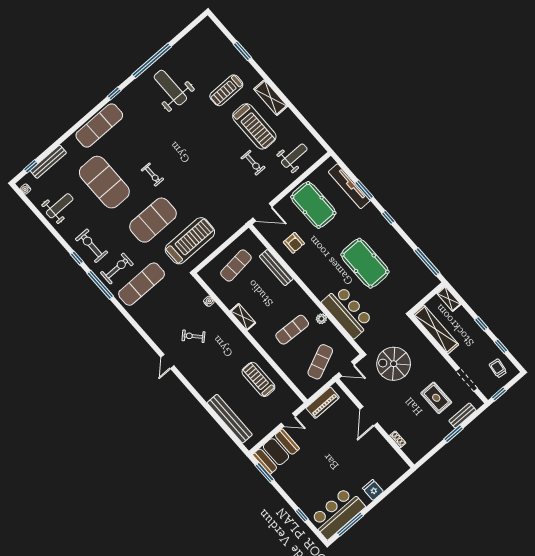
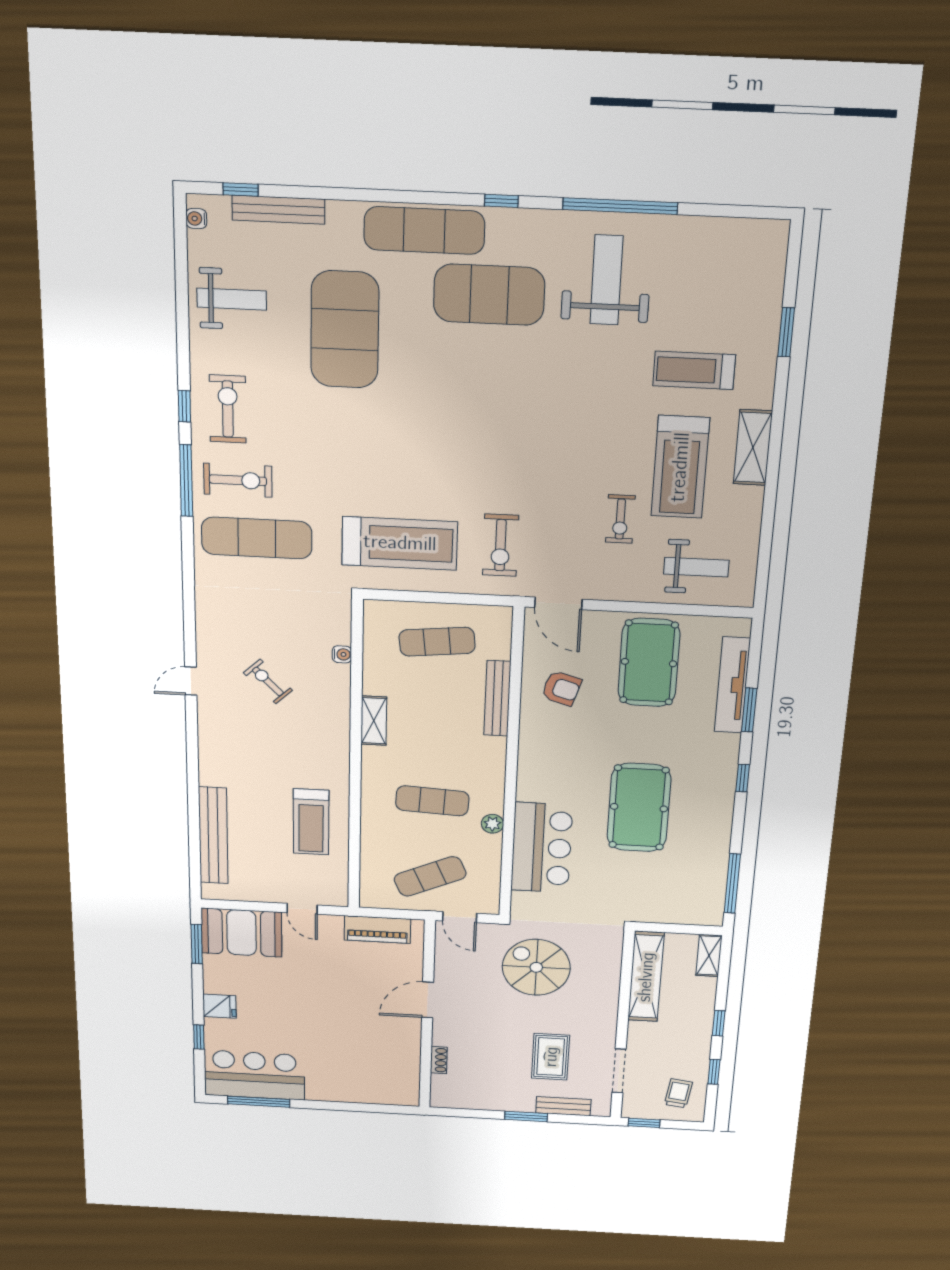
exercise bike: (152, 175) -> (501, 545), moved, width x1.38, depth x1.39
exercise mat: (153, 220) -> (489, 295), moved
armchair: (294, 243) -> (561, 688), turned -73
treadmill: (258, 379) -> (311, 822), turned 180
fridge: (373, 490) -> (219, 1006), moved, turned 90

